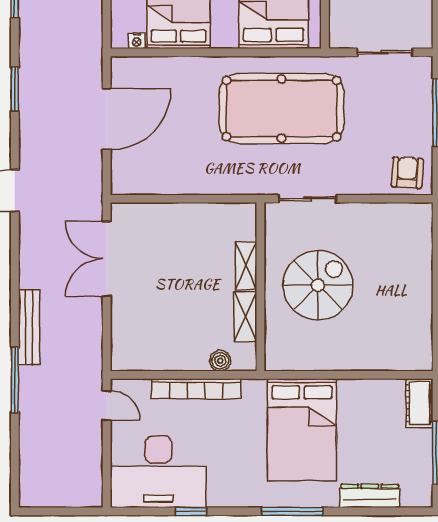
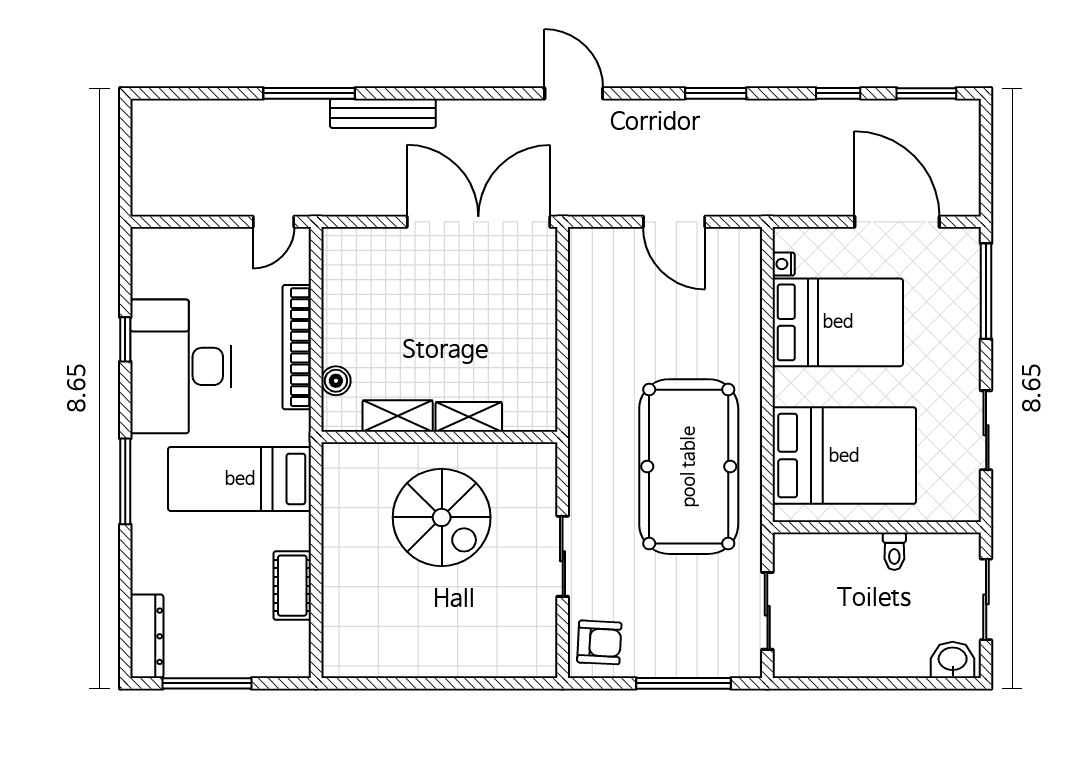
door: (107, 119) -> (674, 222), width x0.73
sliding door: (307, 199) -> (563, 556), moved
double door: (107, 259) -> (478, 222), width x1.36
cot: (419, 403) -> (292, 586), moved, turned 90
bed: (302, 430) -> (240, 479), width x0.67
desk: (158, 472) -> (181, 366), moved
dresser: (370, 496) -> (147, 636), moved

